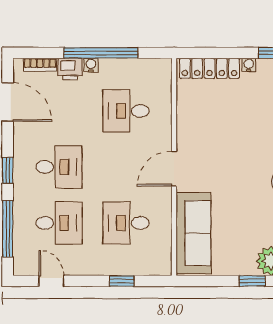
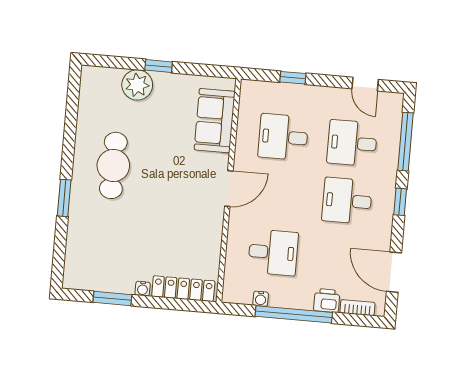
water cooler: (91, 65) -> (261, 299), moved
desk: (126, 223) -> (283, 137), turned 180
sofa: (193, 233) -> (215, 121), width x0.73

